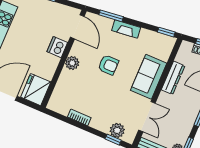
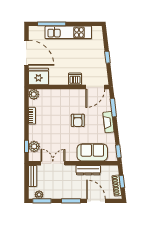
plant: (72, 63) -> (34, 94), moved
sofa: (149, 77) -> (92, 152), moved
double door: (147, 117) -> (53, 163), swing flipped

